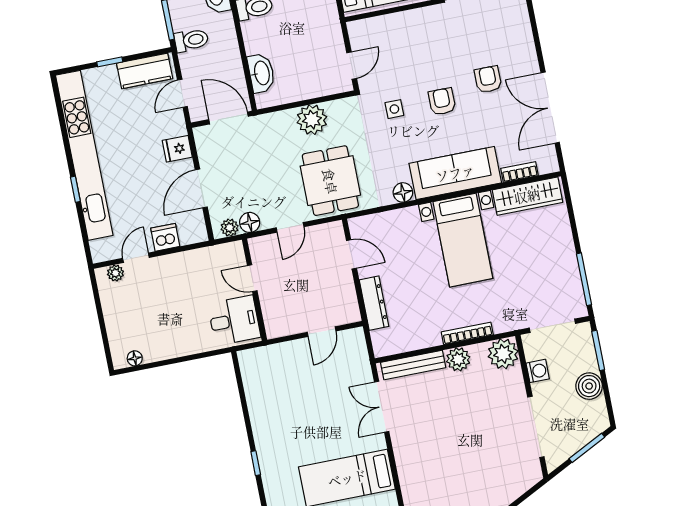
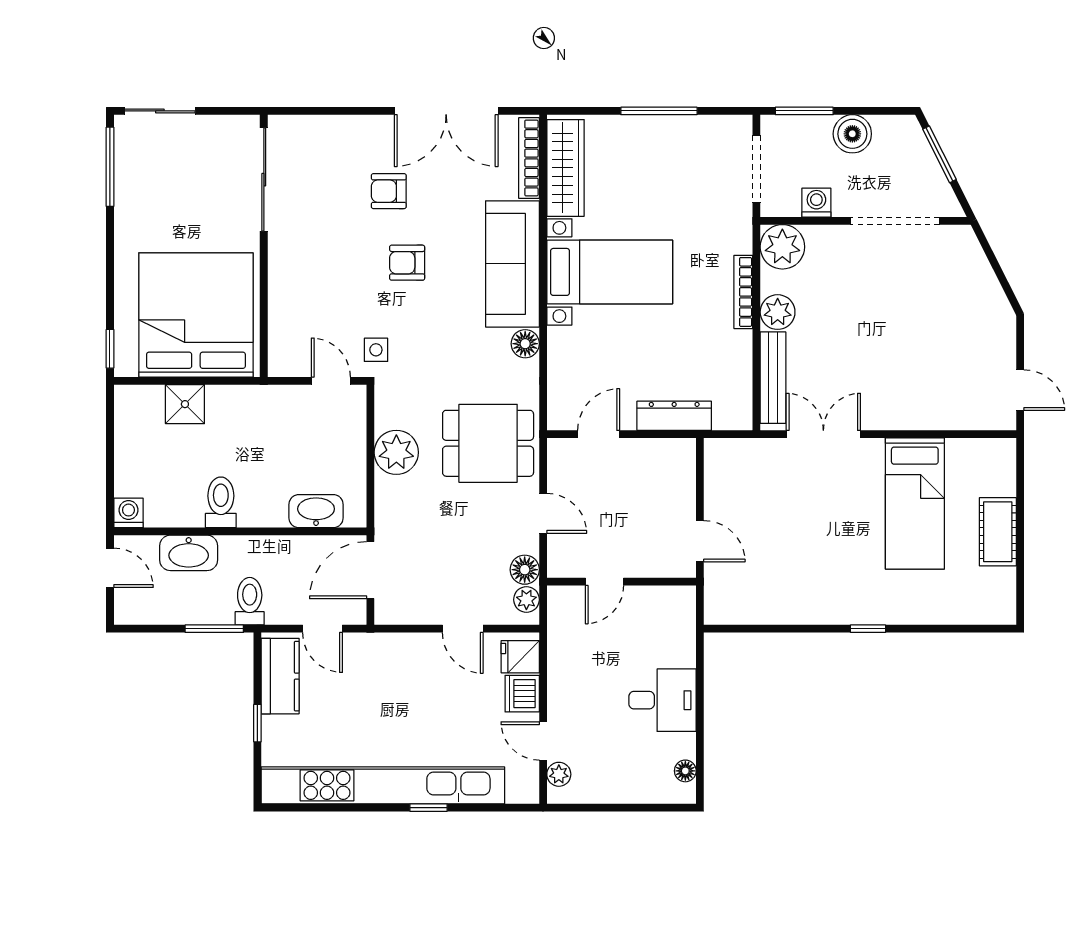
side table: (394, 109) -> (376, 350), moved
fridge: (177, 149) -> (520, 657), moved, turned 90
bookcase: (519, 172) -> (529, 158), width x1.56
door: (201, 188) -> (463, 629), width x0.73
window: (584, 279) -> (659, 111), moved
desk: (234, 320) -> (662, 700), moved, turned 90
door: (322, 332) -> (700, 541), moved
double door: (382, 407) -> (823, 434), swing flipped

